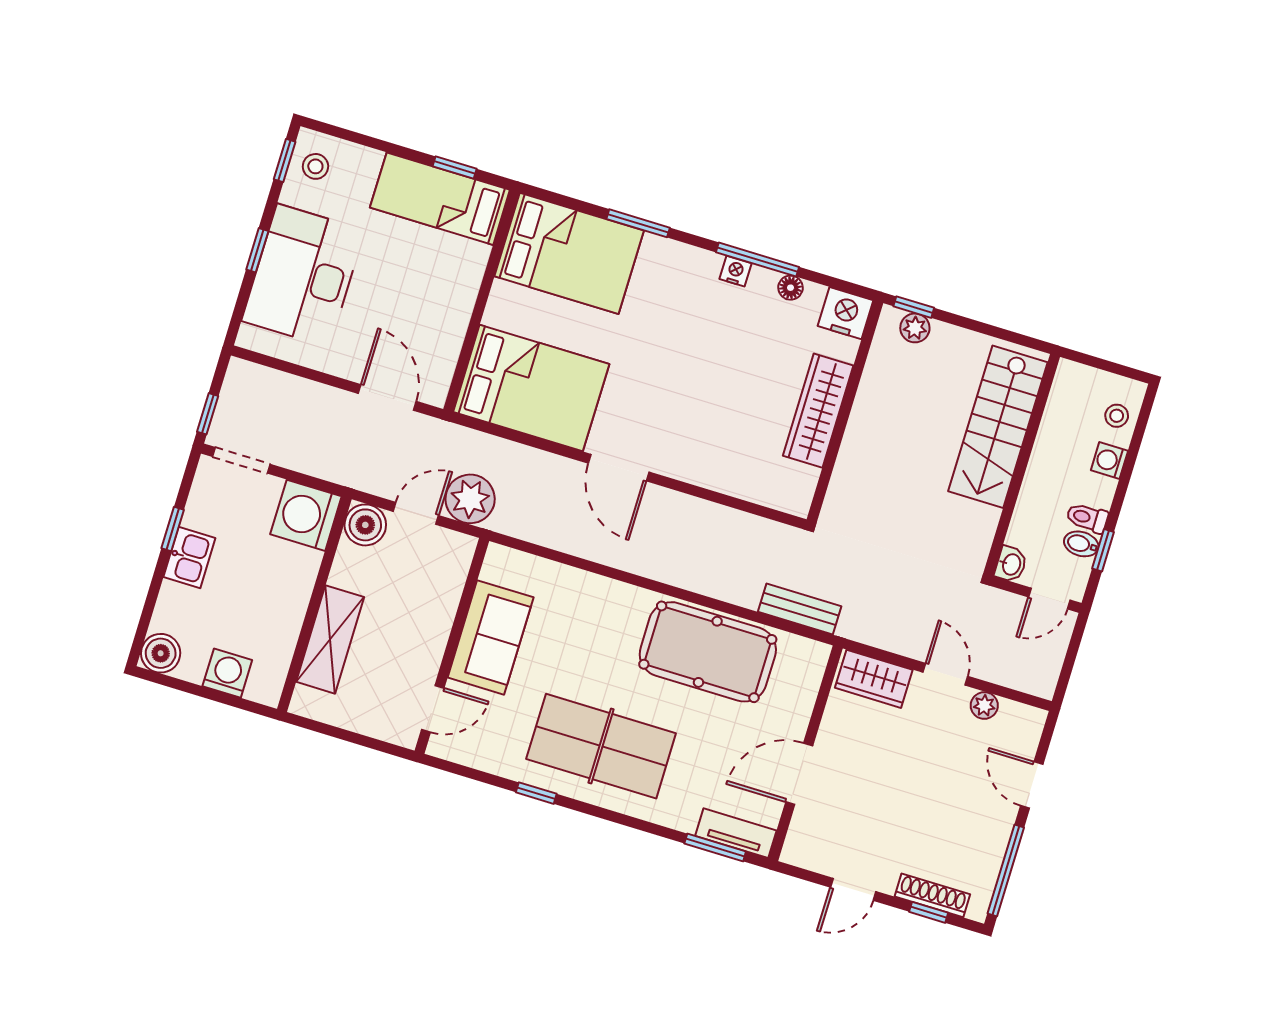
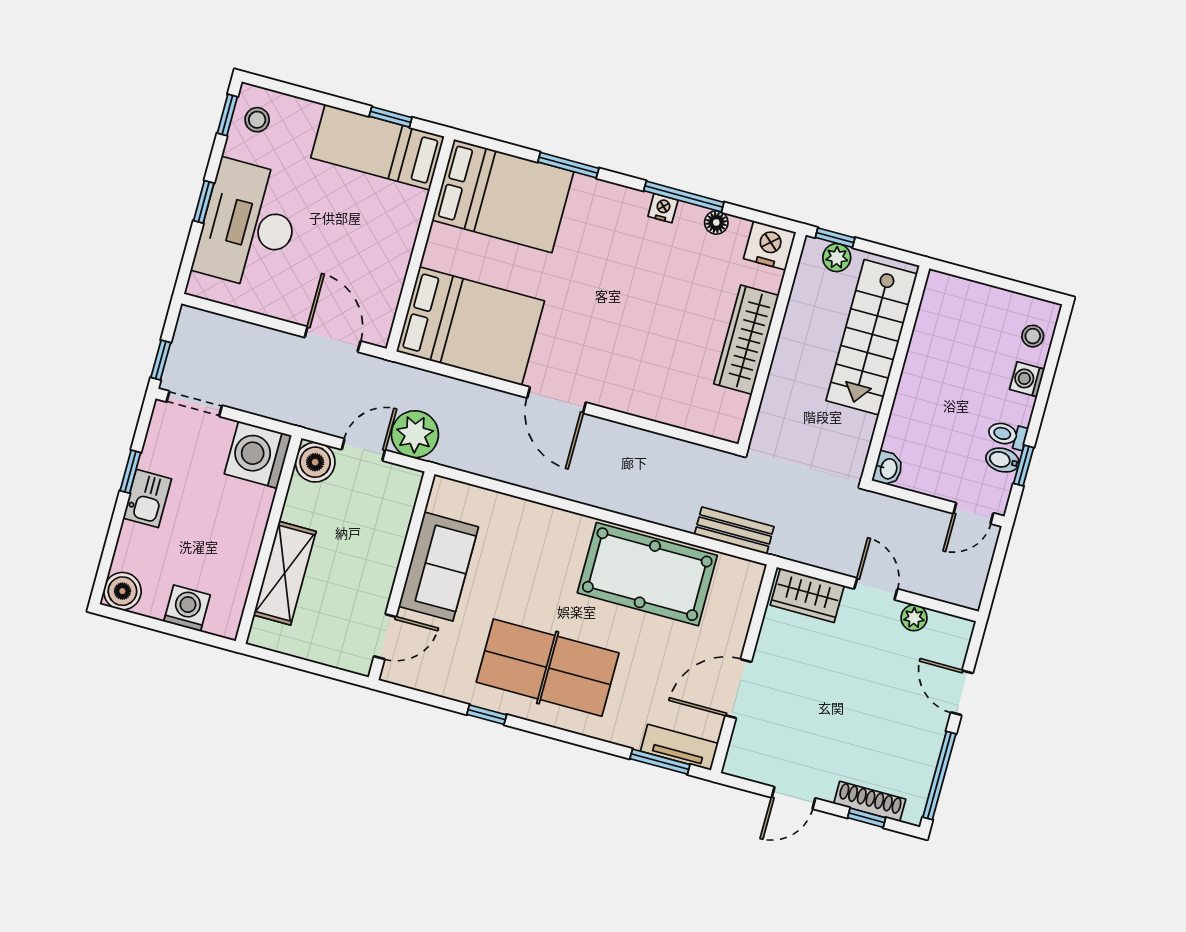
stairs: (998, 427) -> (872, 337), moved
wall: (1022, 465) -> (896, 373), moved
washbasin: (1011, 564) -> (888, 469), moved

